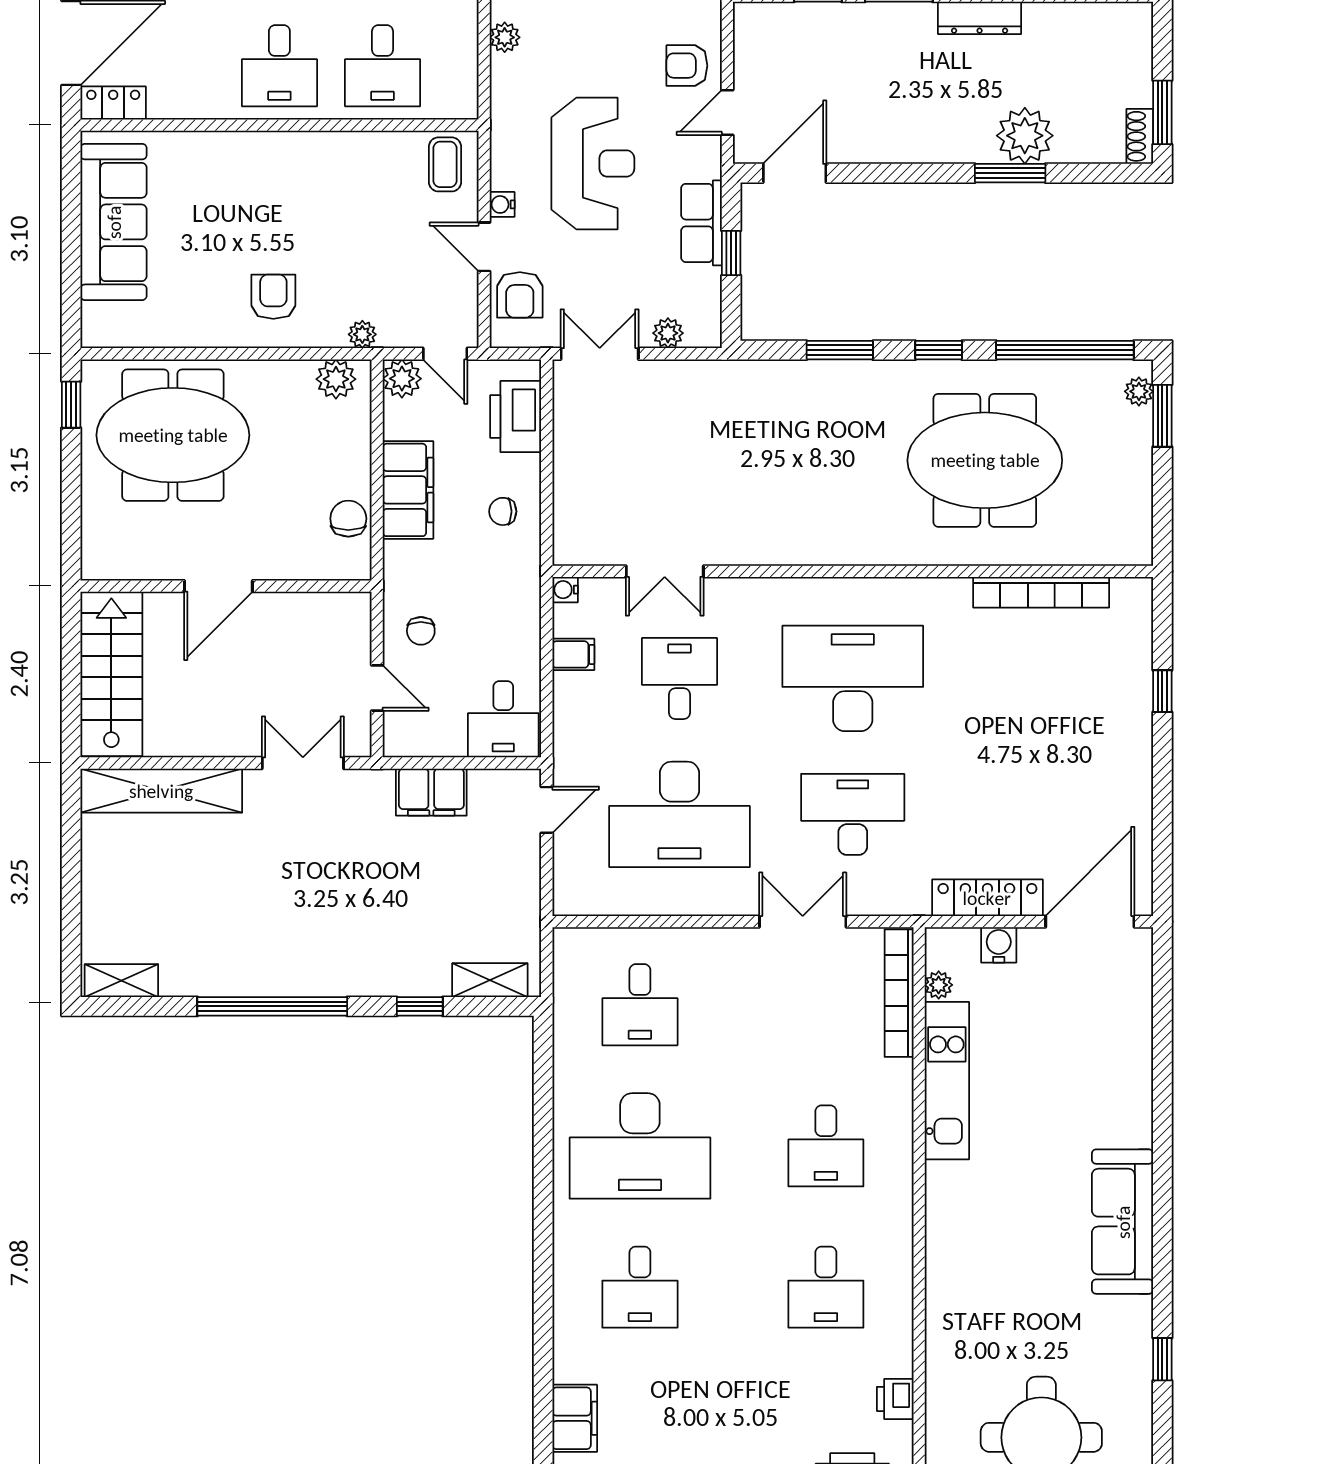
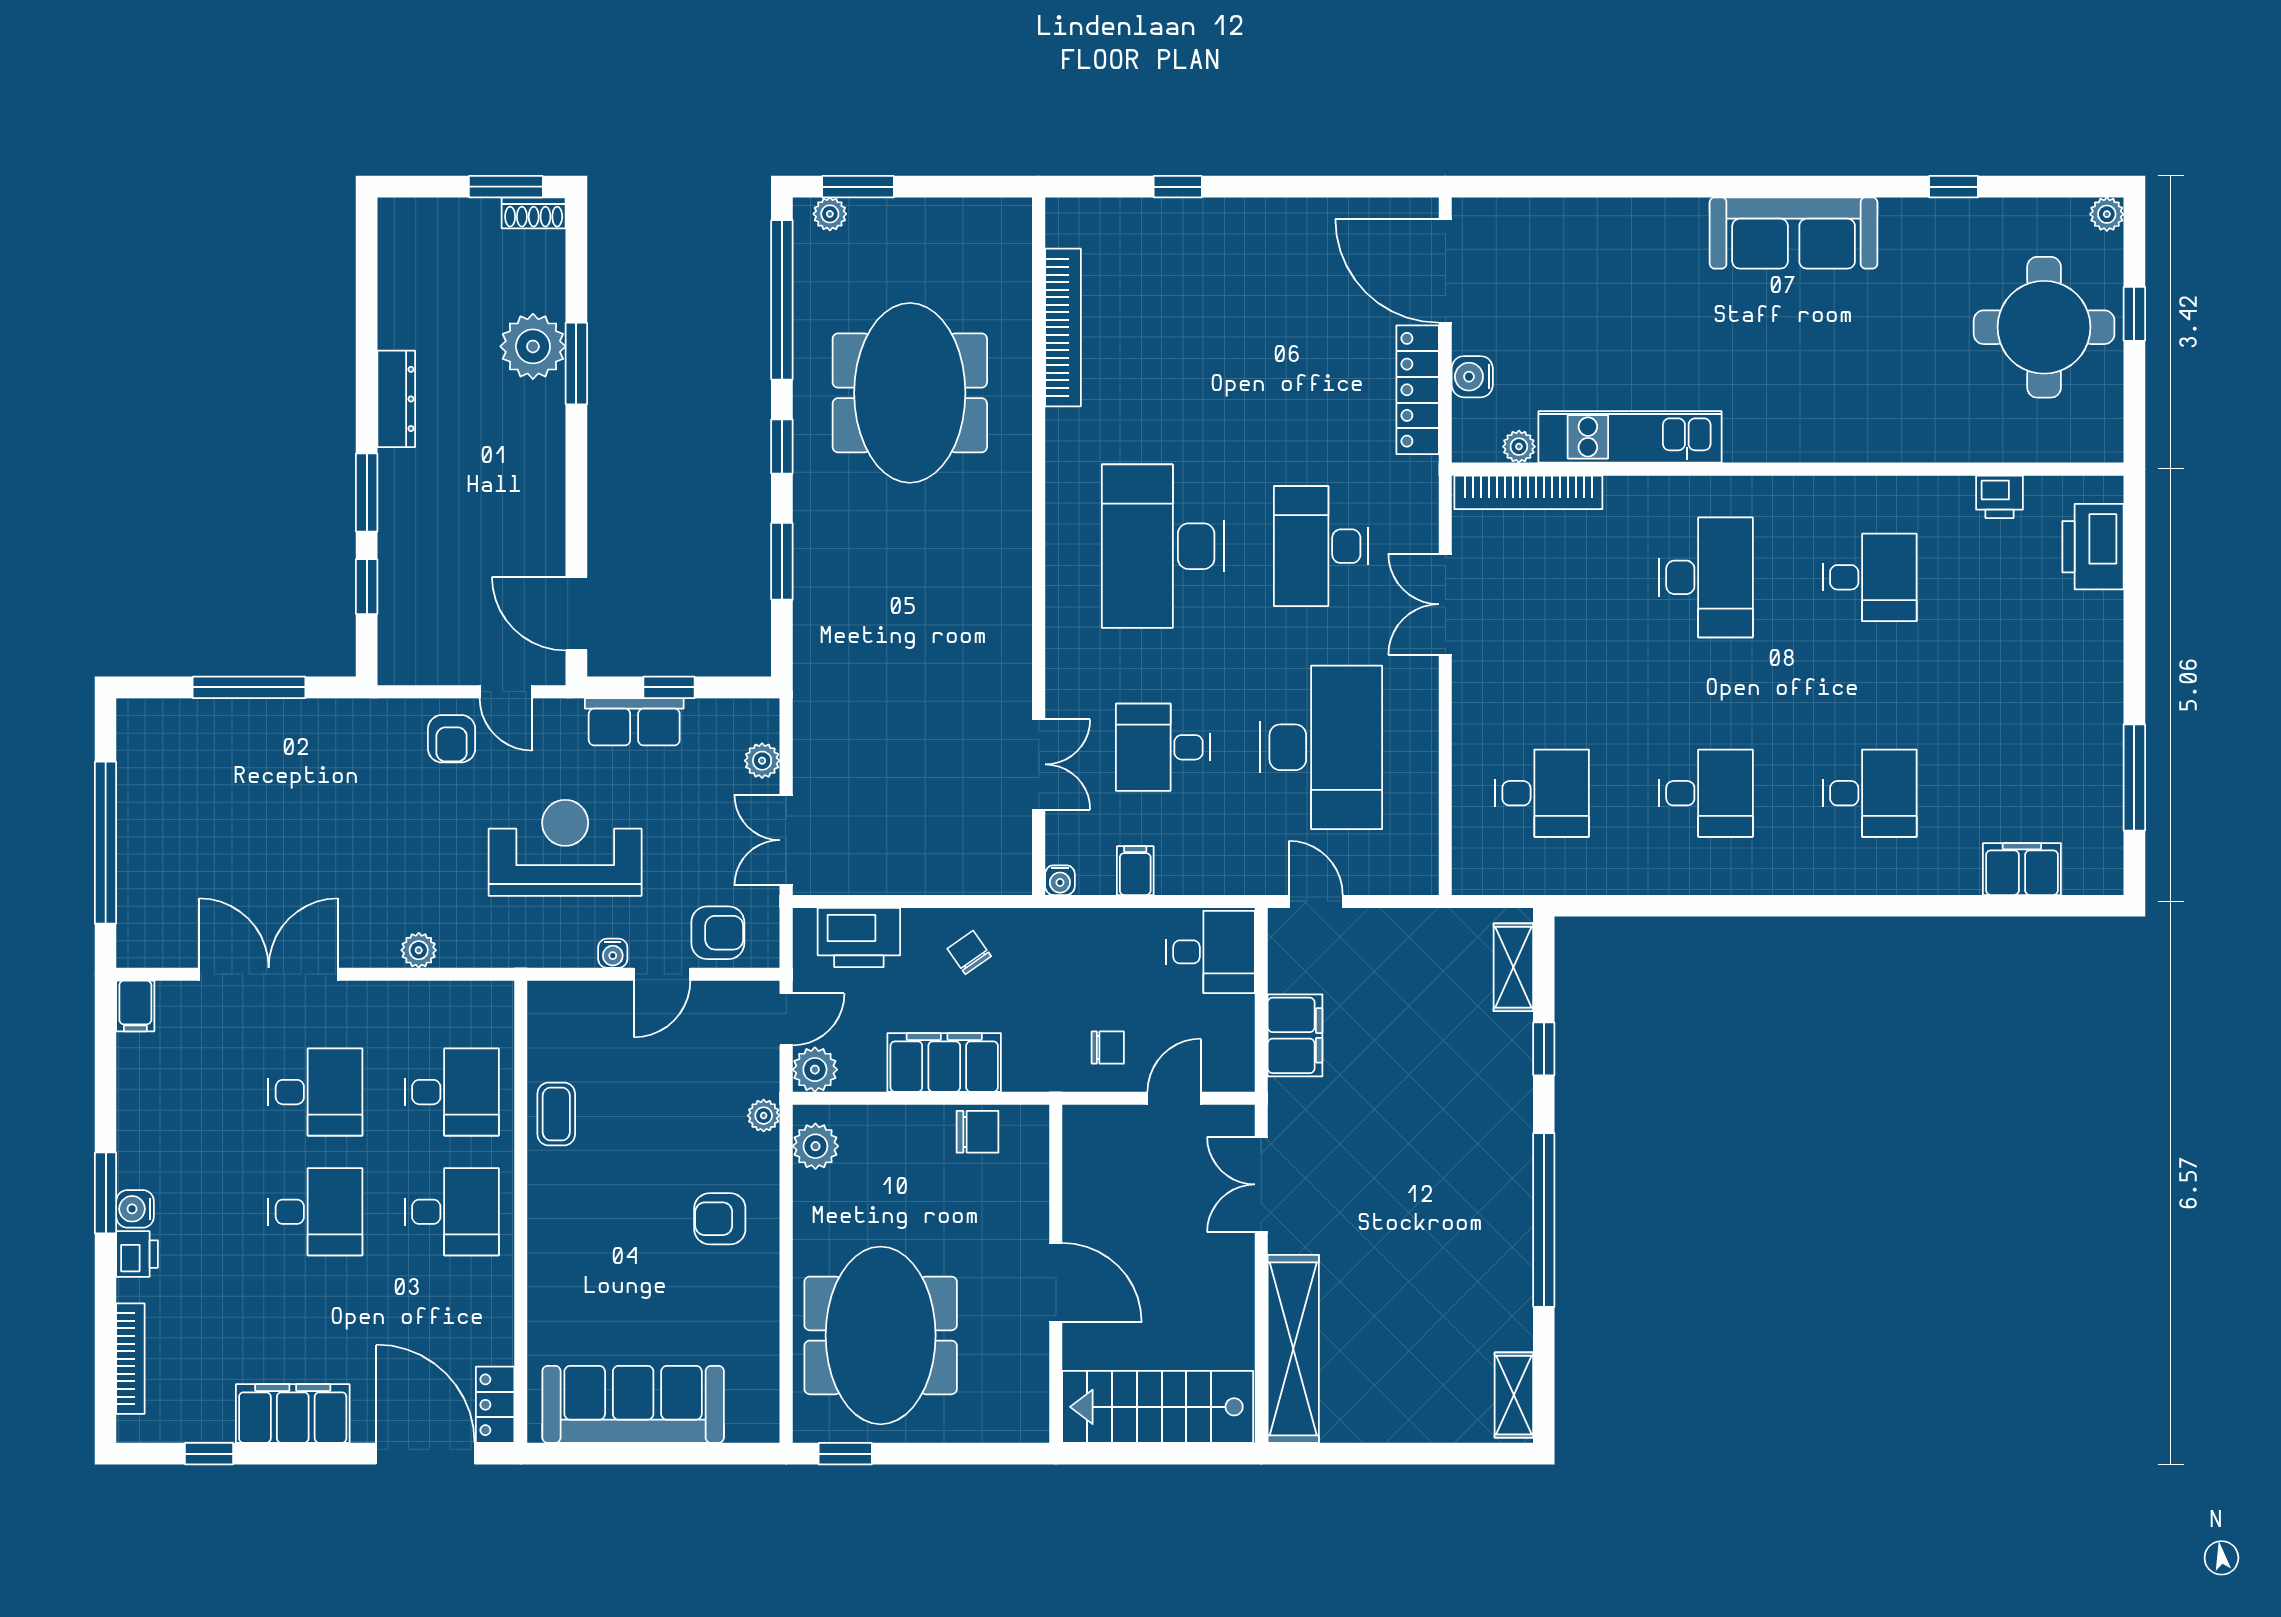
coffee table: (445, 164) -> (556, 1114), moved, turned 90
chair: (503, 511) -> (969, 952), turned 145
chair: (348, 519) -> (978, 1132), turned 180
desk: (640, 1146) -> (1706, 793), width x0.53, depth x0.77
desk: (826, 1146) -> (1706, 577), width x1.37

